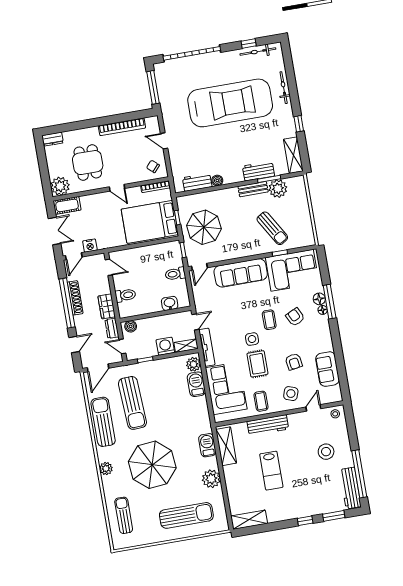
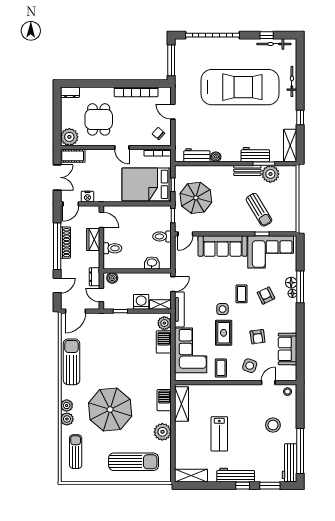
wardrobe: (107, 306) -> (93, 239), moved
sun lounger: (132, 403) -> (102, 349), removed
workbench: (268, 425) -> (236, 475), moved, turned 180
plant: (109, 483) -> (67, 419), added

